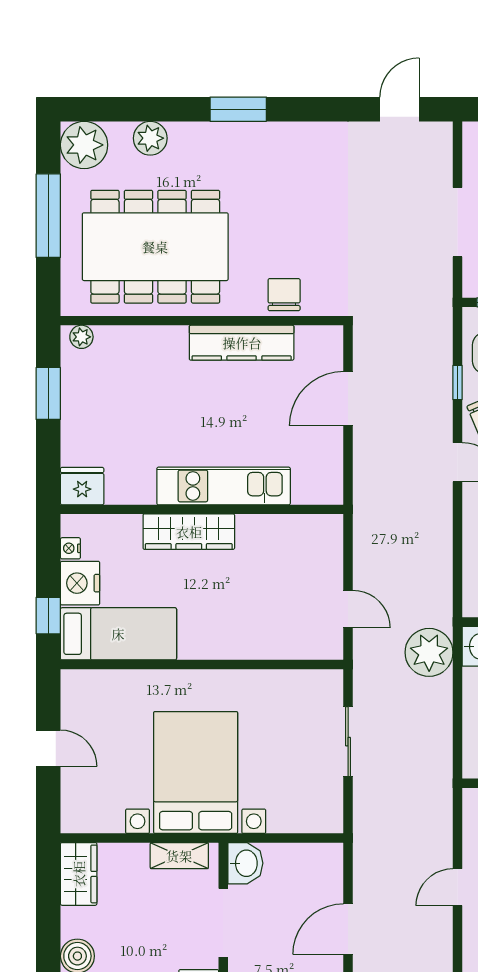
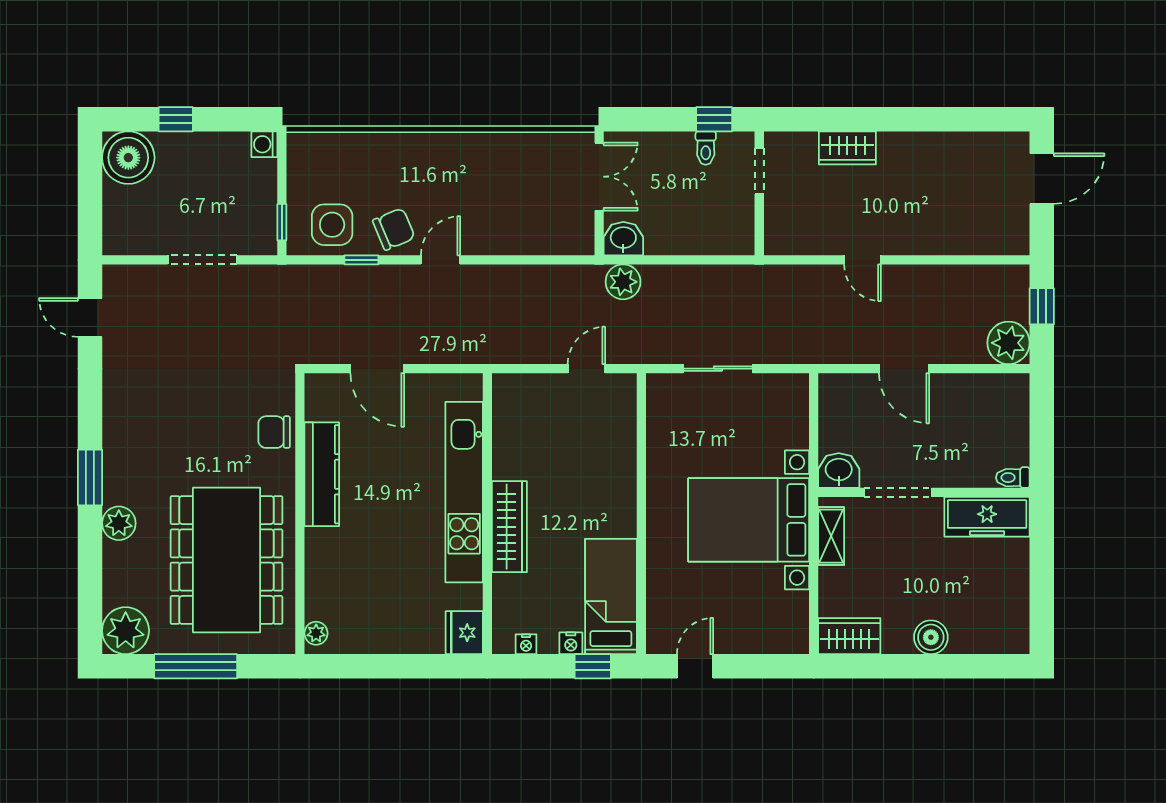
plant: (150, 138) -> (119, 523), moved
window: (48, 393) -> (372, 666), removed
kitchen unit: (224, 486) -> (464, 492), width x1.36
nightstand: (80, 583) -> (571, 643), width x0.53, depth x0.56
plant: (429, 652) -> (623, 282), width x0.73, depth x0.73
door: (48, 748) -> (695, 666), moved

